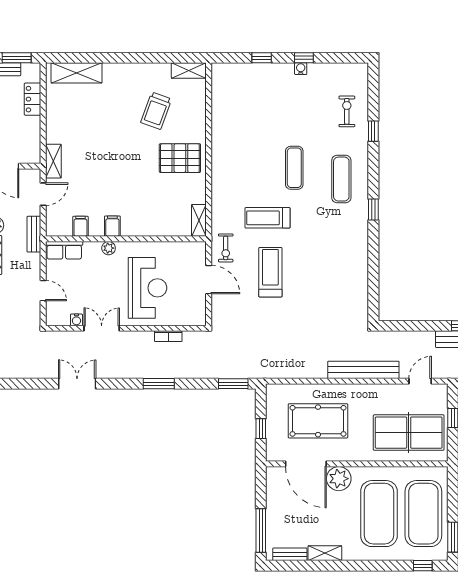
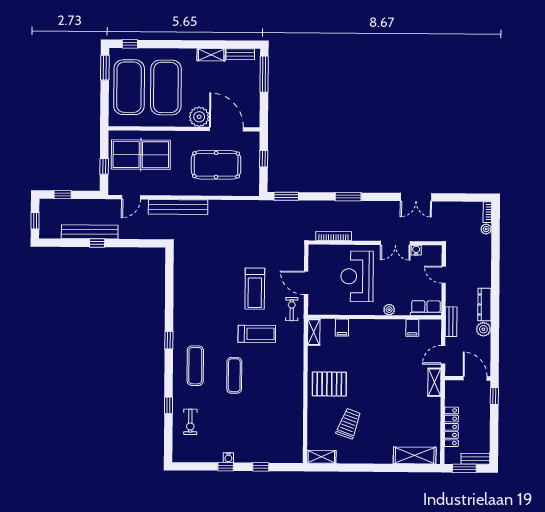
locker: (33, 99) -> (451, 427), width x1.53
filing cabinet: (112, 226) -> (342, 328), moved
bookcase: (168, 336) -> (334, 236), width x1.56

